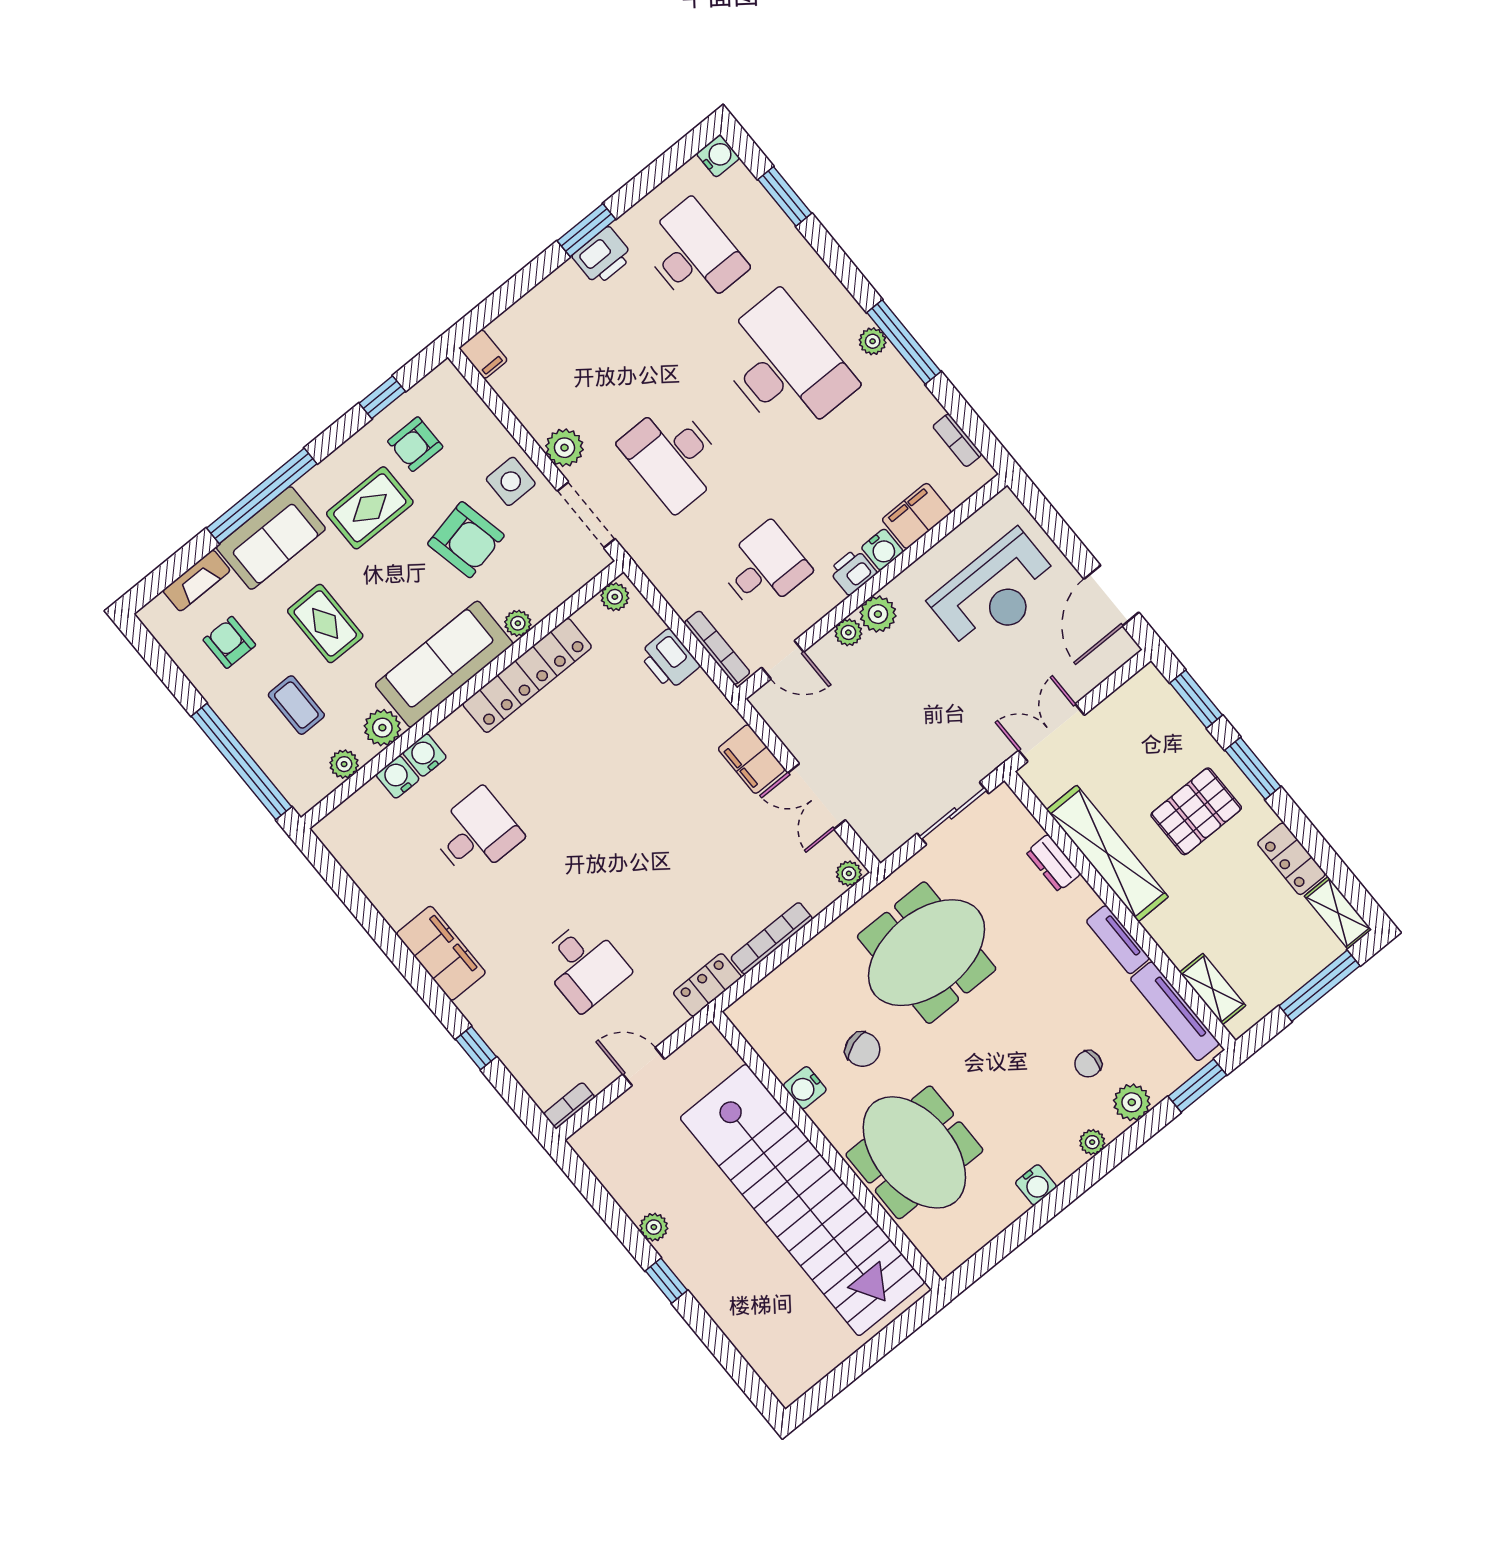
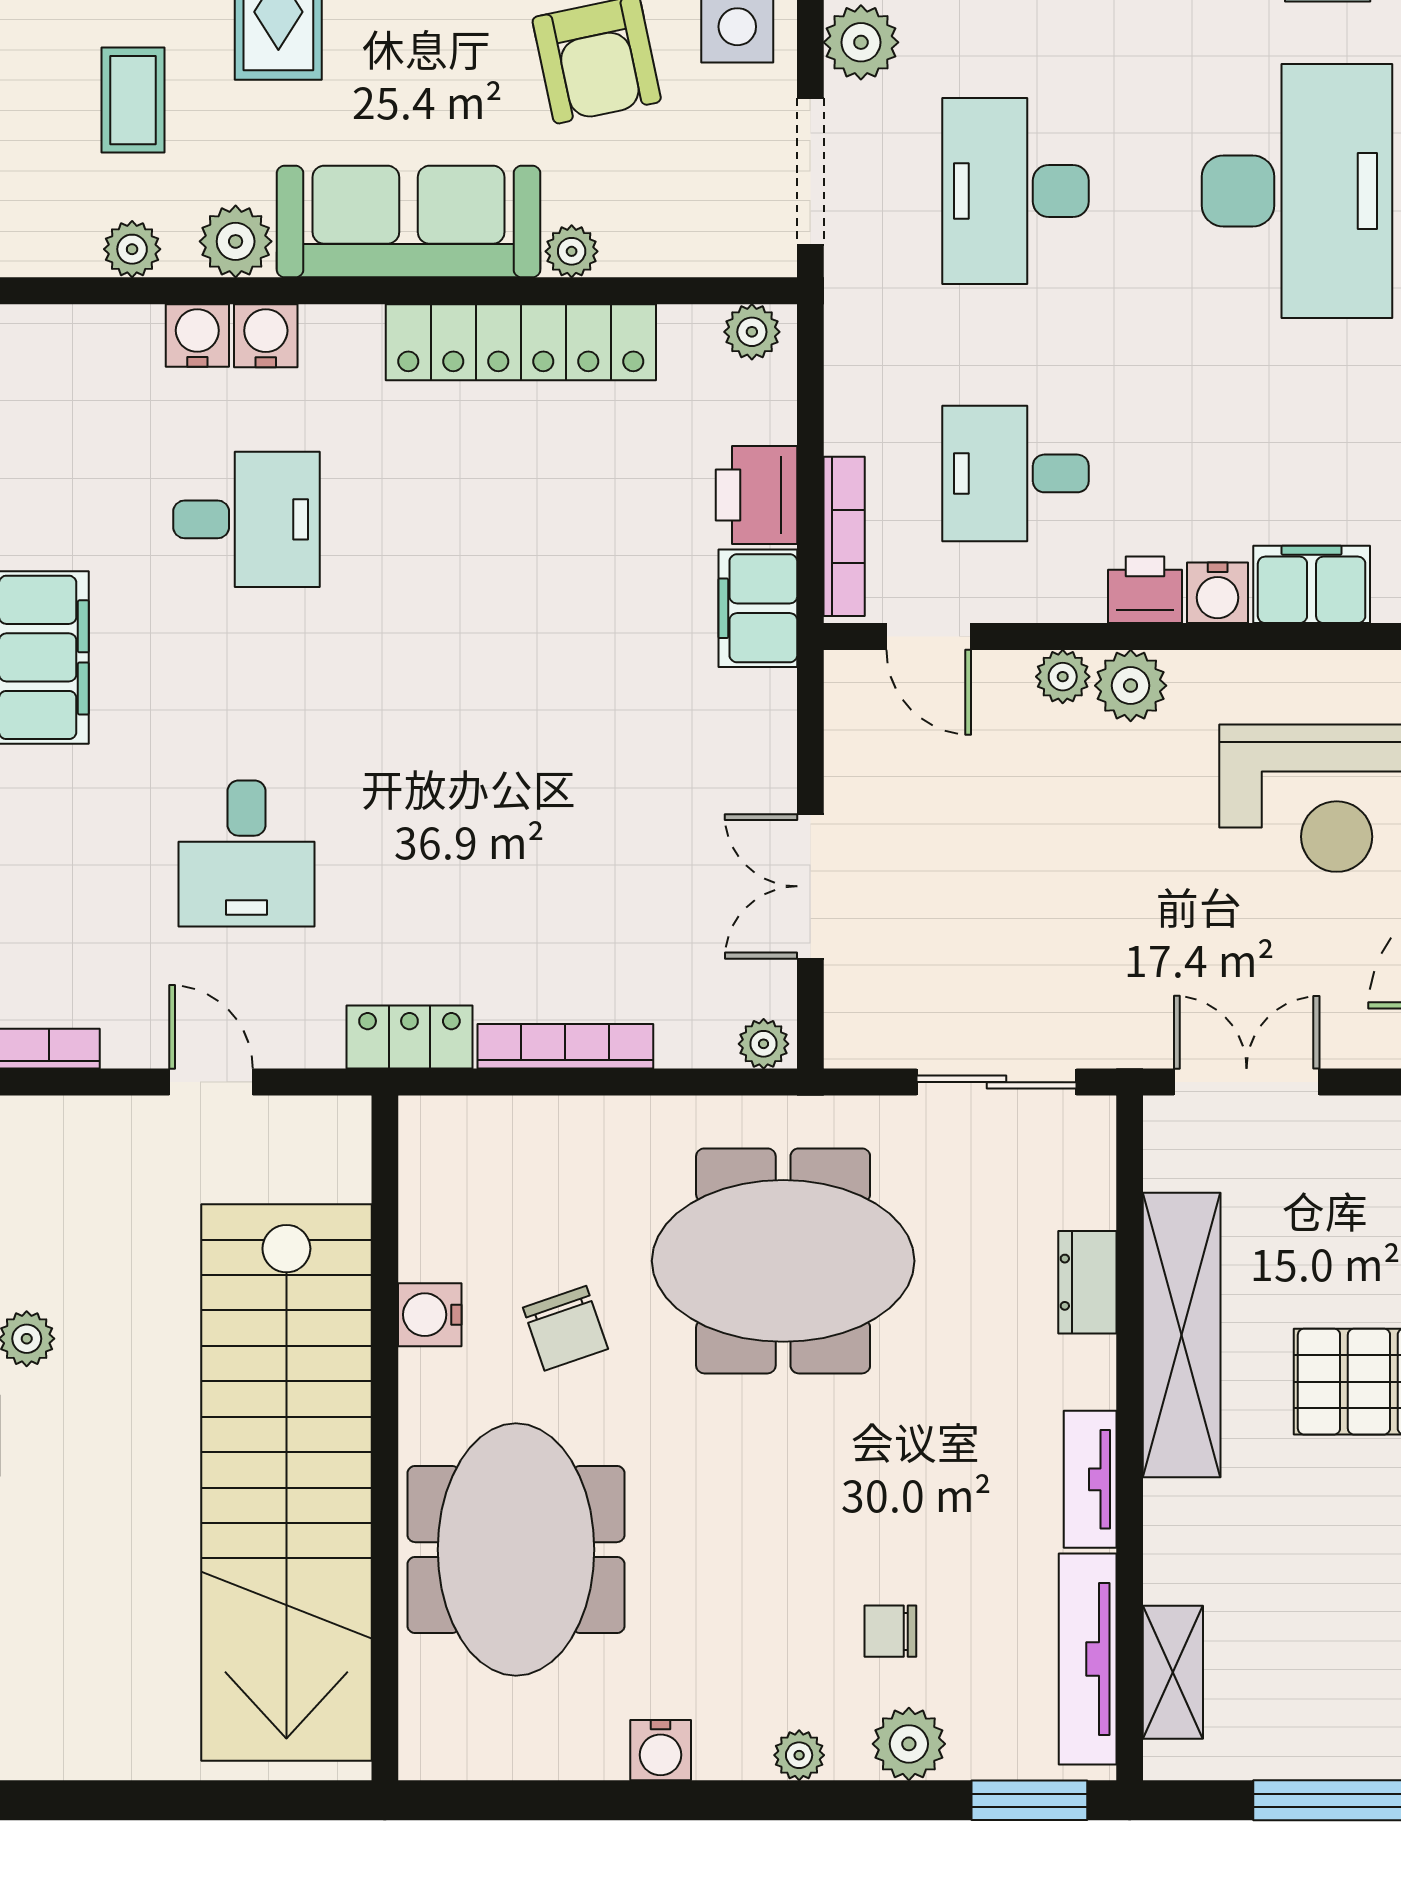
desk: (764, 568) -> (1015, 473), turned 180
filing cabinet: (752, 759) -> (758, 608), moved

